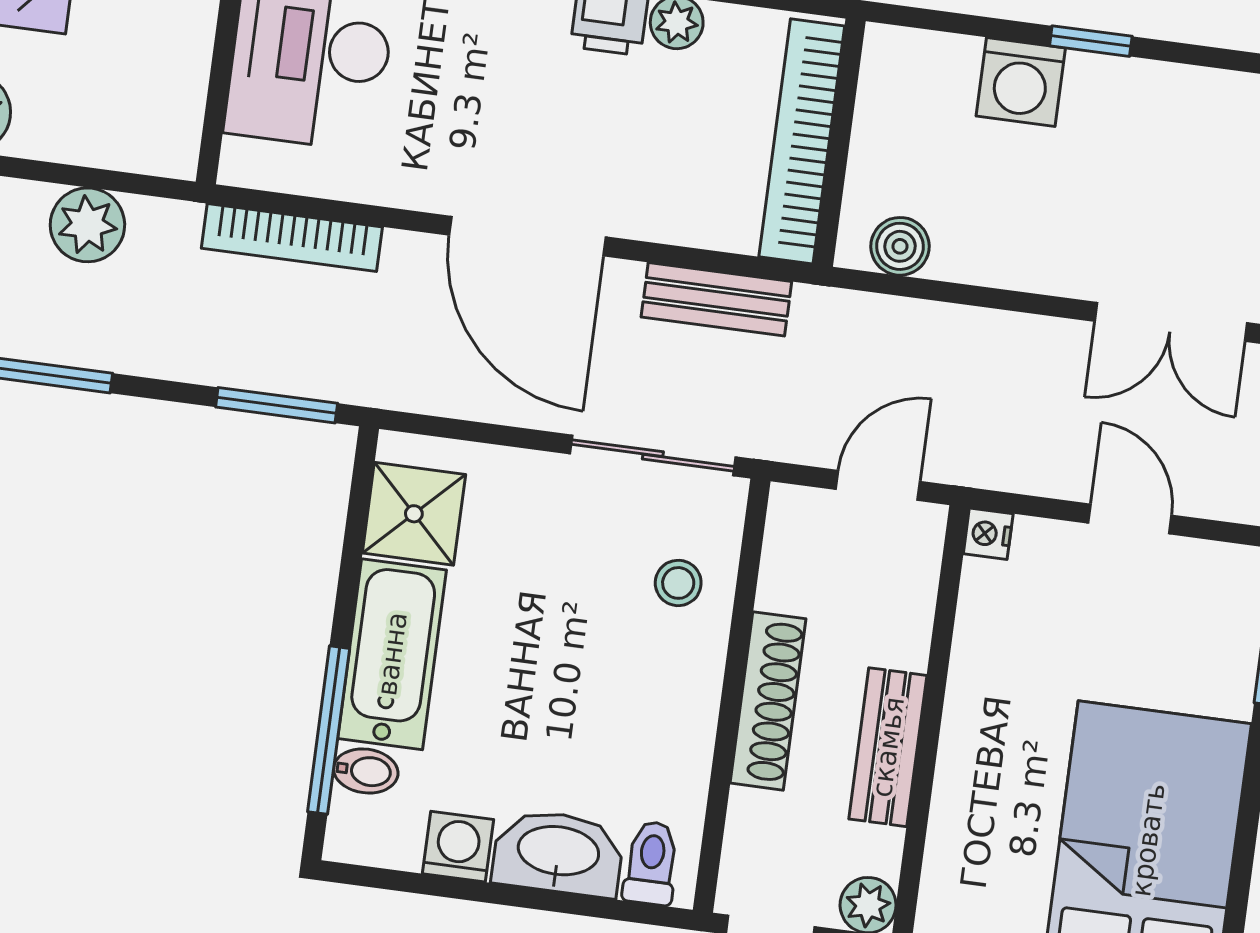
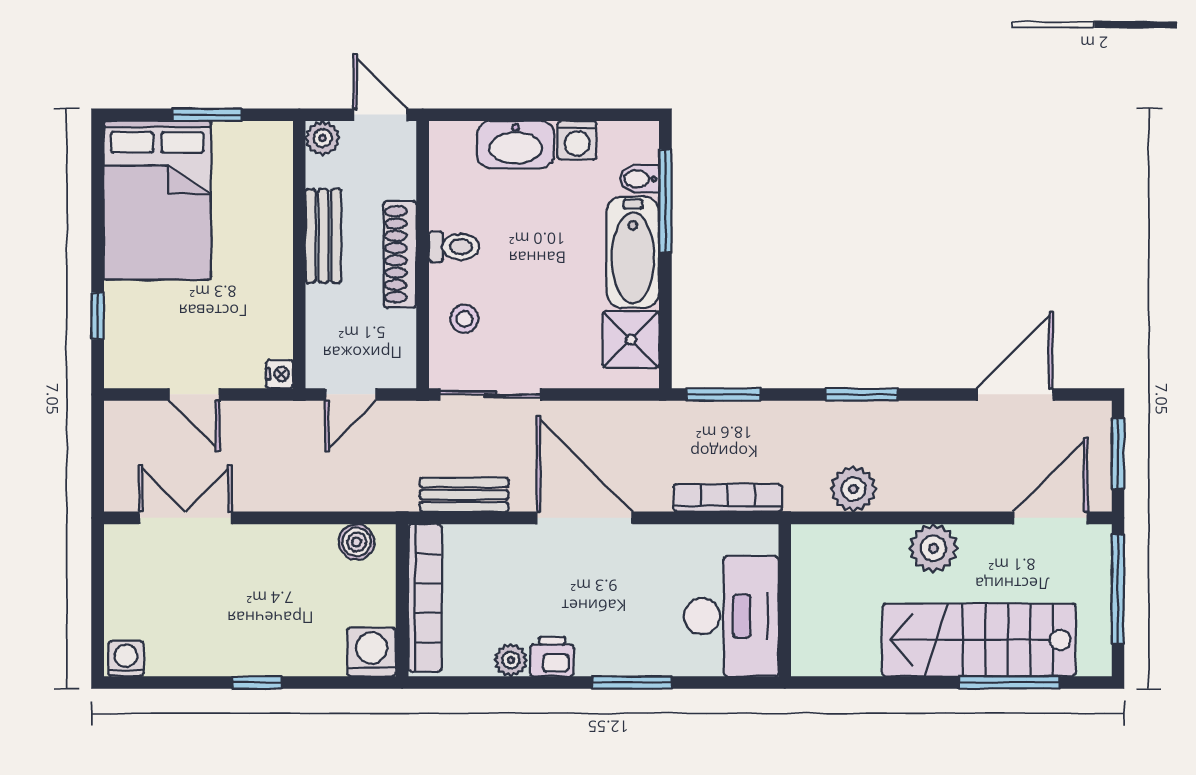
washing machine: (1021, 82) -> (372, 652), moved
toilet: (651, 863) -> (454, 247), moved, turned -90

